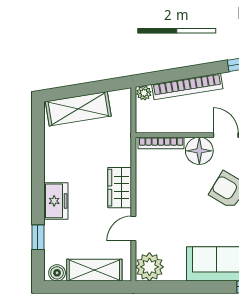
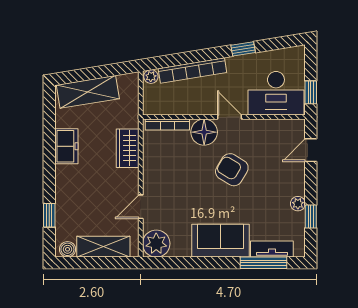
wardrobe: (120, 188) -> (128, 148), moved
freezer: (56, 201) -> (66, 146), moved

